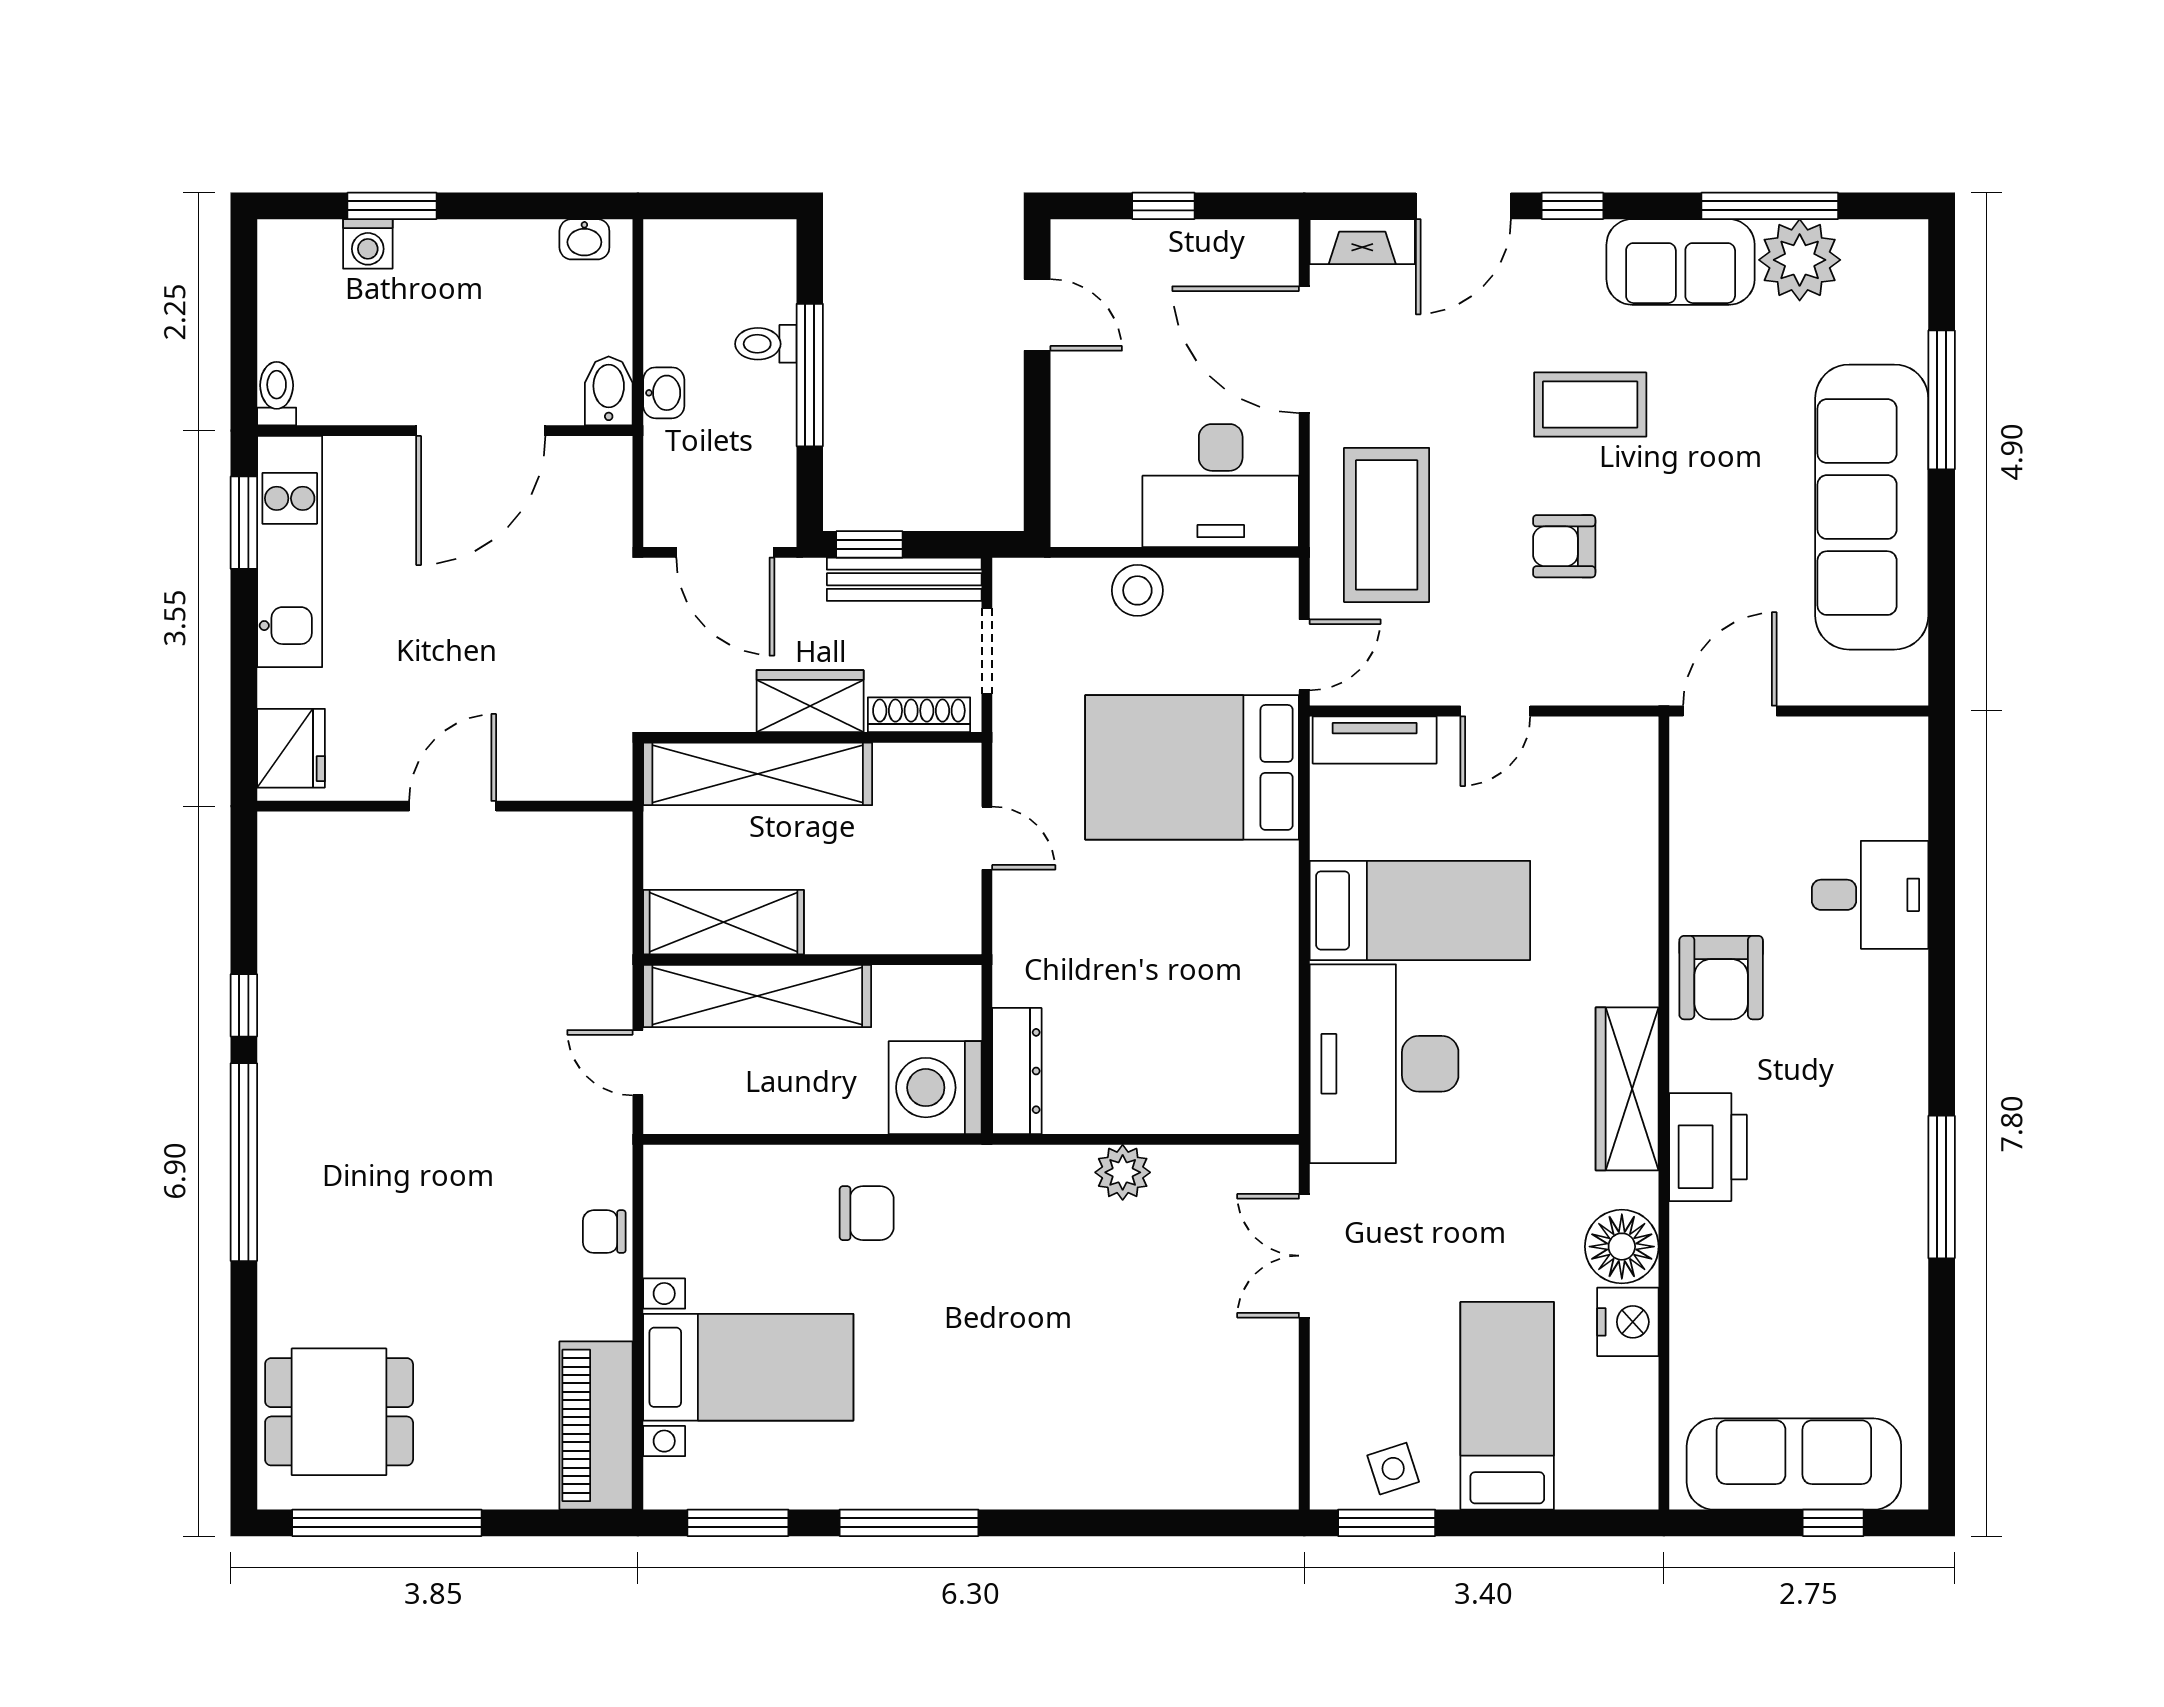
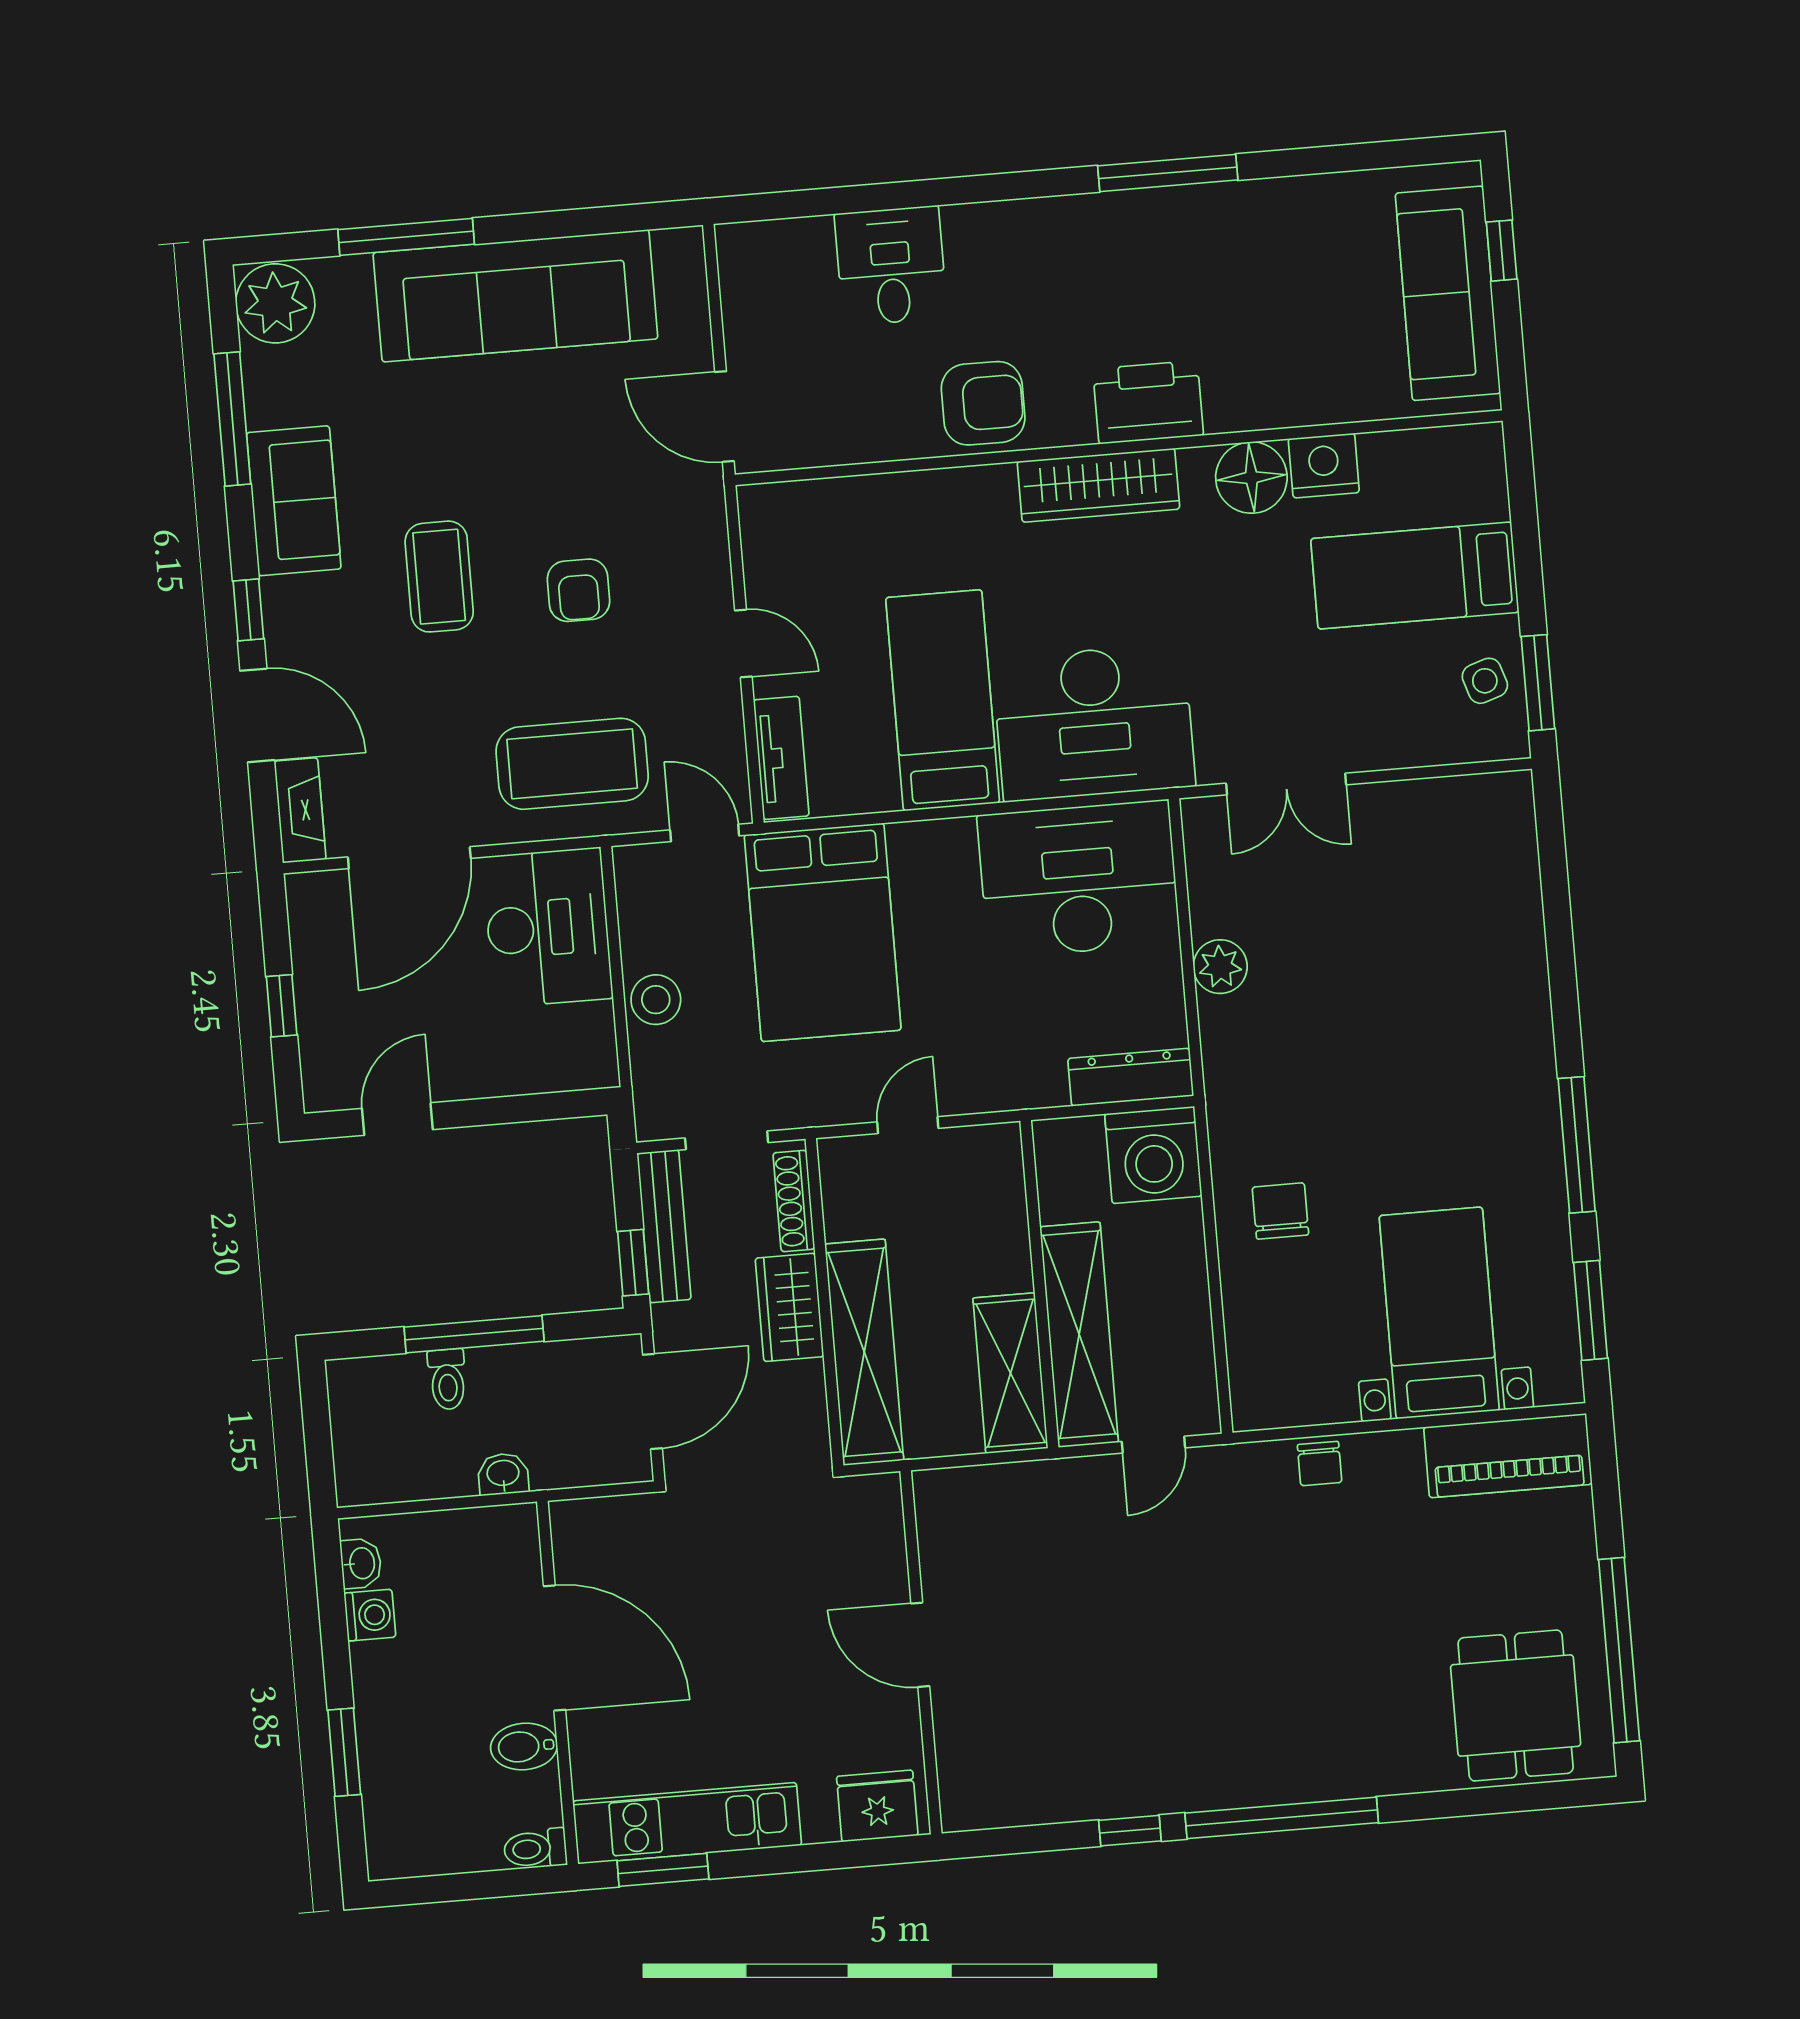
washing machine: (368, 244) -> (370, 1615), moved
plant: (1800, 260) -> (275, 303), moved
bidet: (609, 391) -> (524, 1746), moved
desk: (1225, 1035) -> (1079, 879), added

